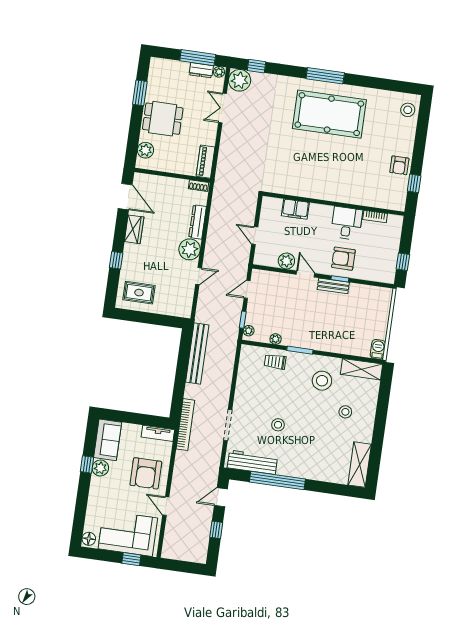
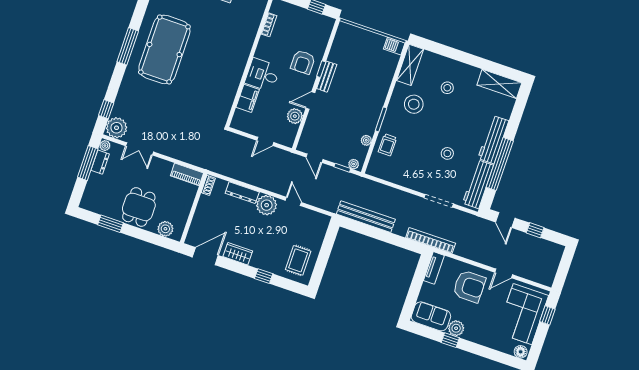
desk: (347, 223) -> (262, 75), moved
workbench: (301, 469) -> (493, 140), added

